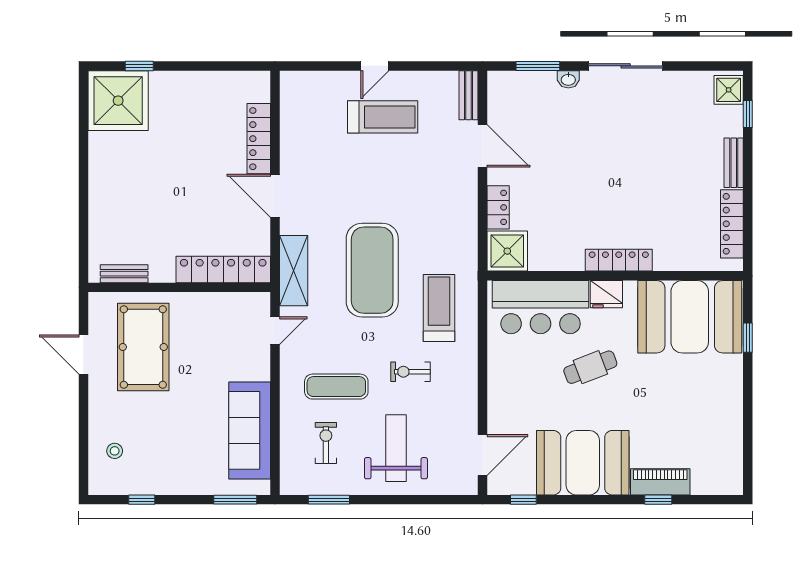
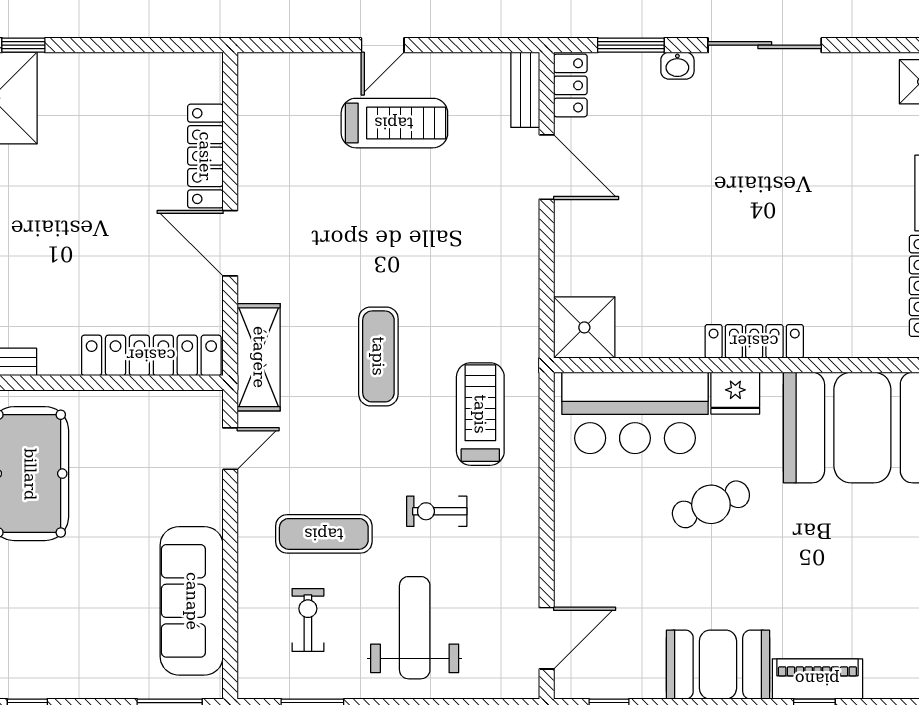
locker: (498, 207) -> (570, 85), moved
exercise mat: (372, 270) -> (378, 356), width x0.50, depth x0.69
booth: (583, 463) -> (718, 665), width x0.73, depth x0.70

